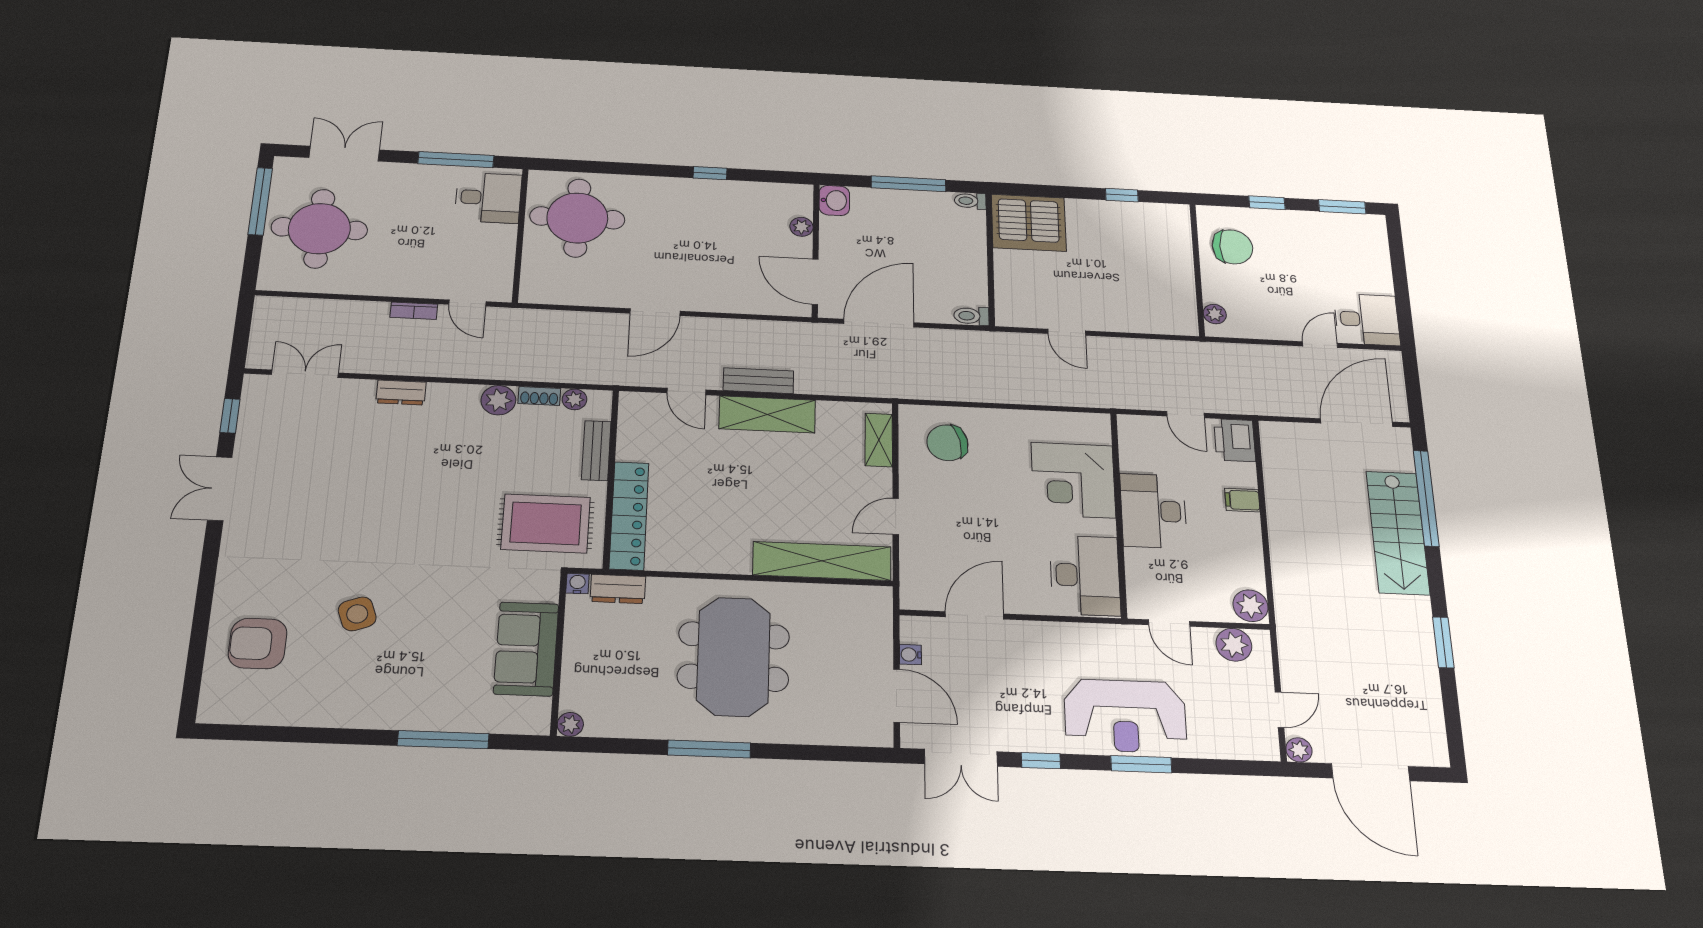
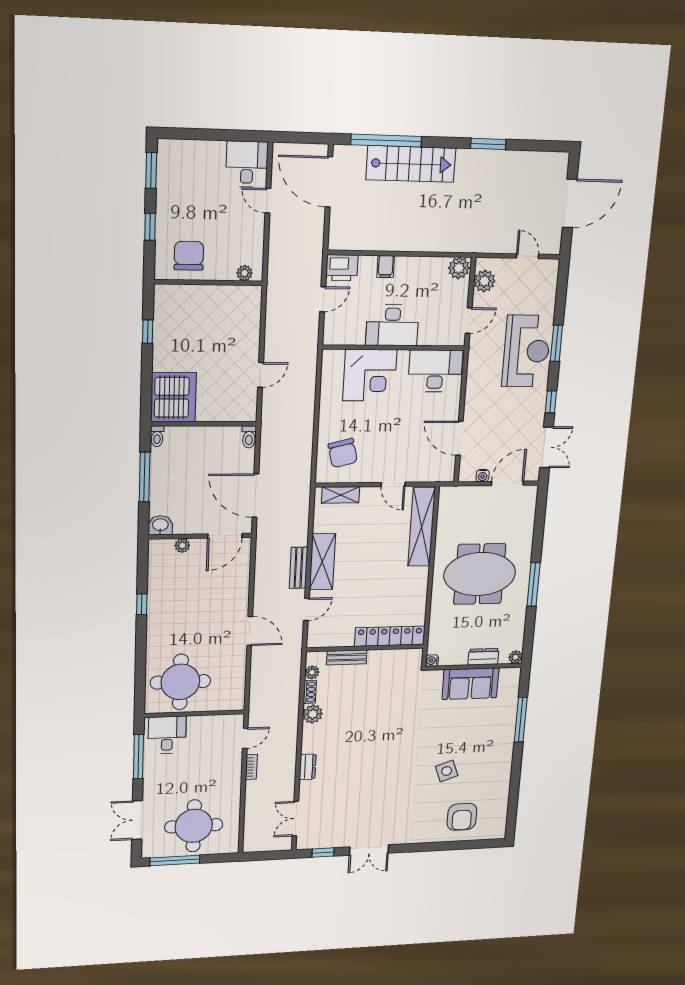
rug: (546, 523) -> (394, 681), removed
dresser: (618, 589) -> (483, 657), moved, turned -90
plant: (1299, 750) -> (553, 247), removed

